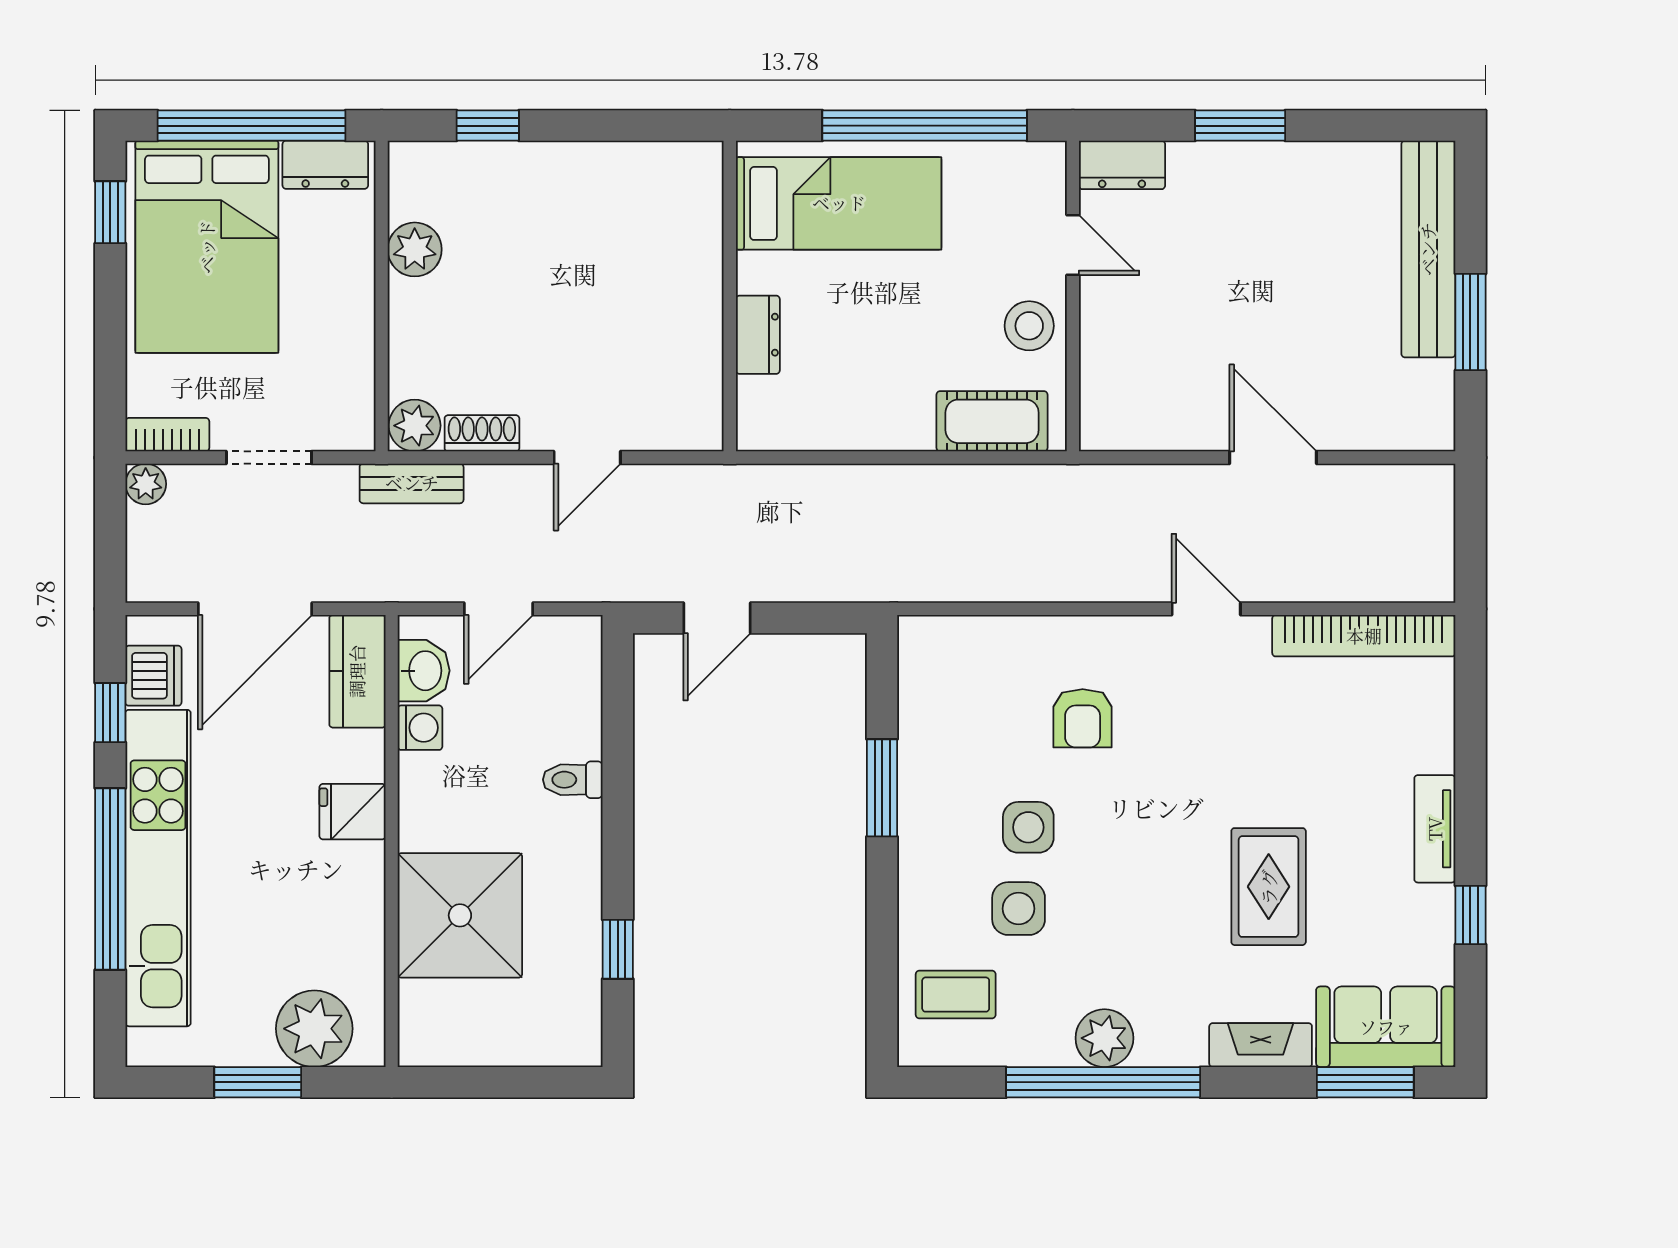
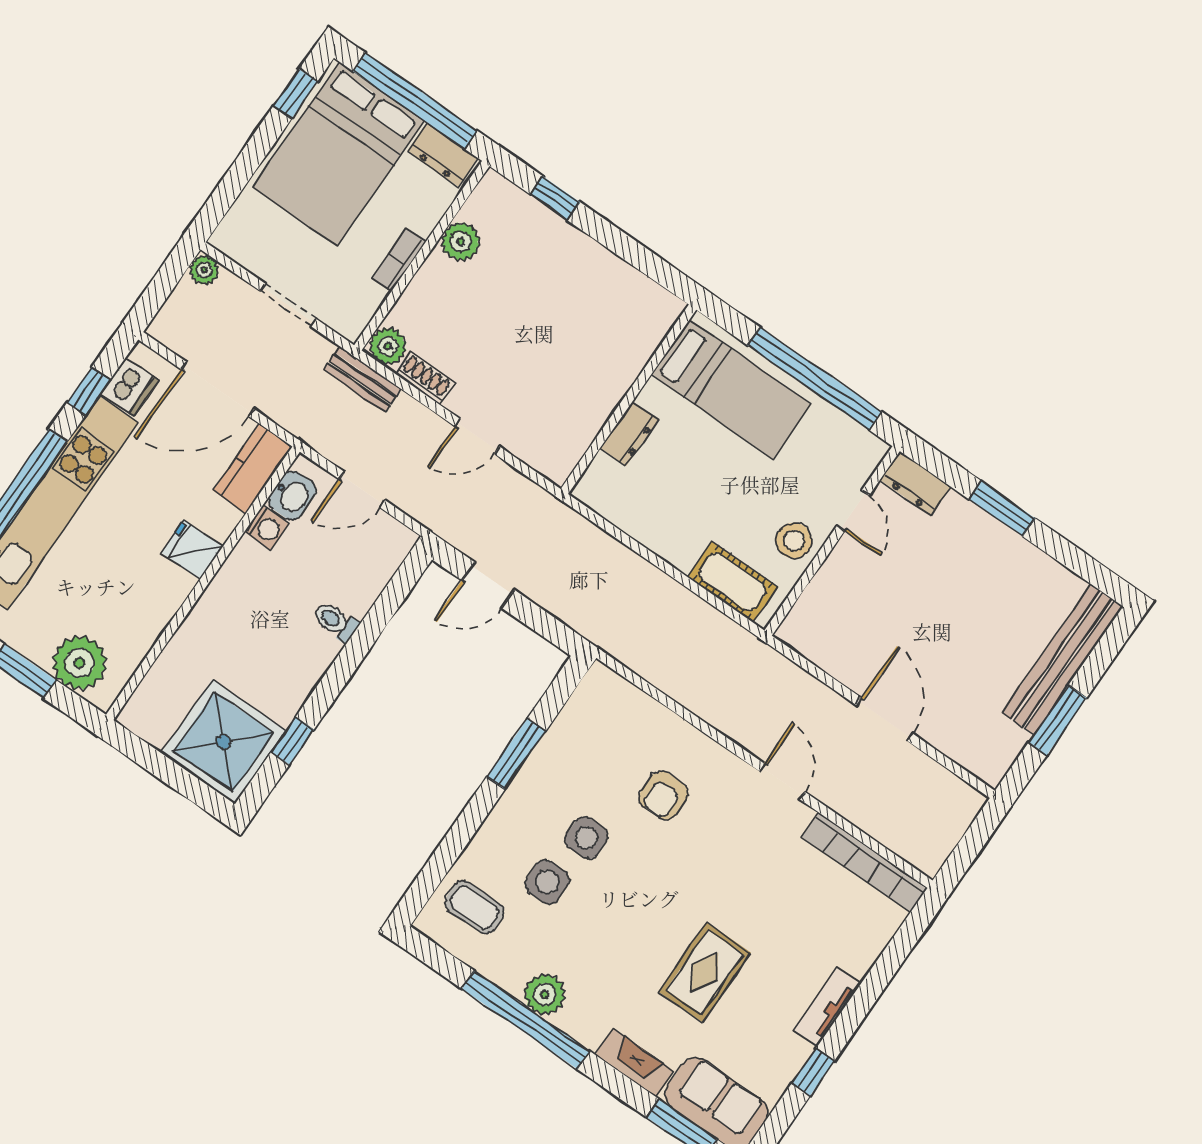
bookcase: (167, 435) -> (398, 260), moved, turned -90
shower: (460, 915) -> (224, 742), moved

